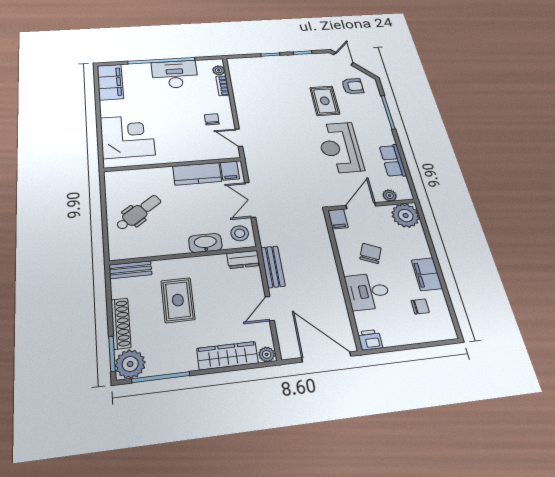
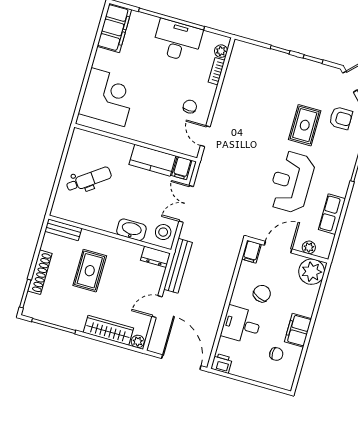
bench: (273, 267) -> (178, 266), width x1.36
plant: (130, 364) -> (35, 307), removed

